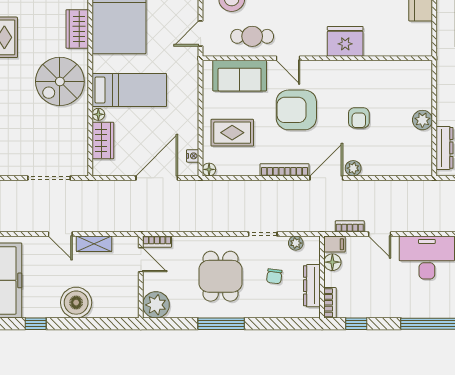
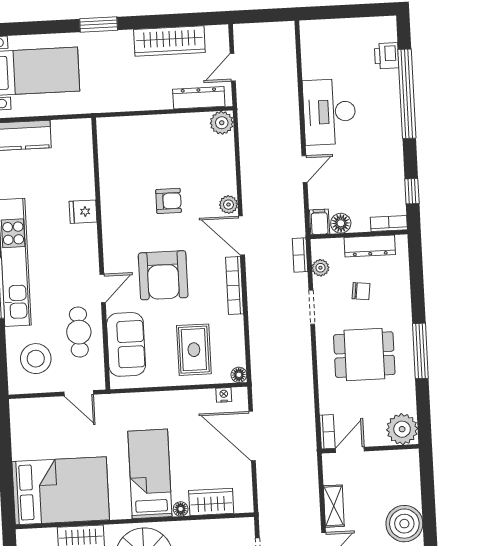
fridge: (345, 41) -> (83, 212), width x0.53, depth x0.75
plant: (422, 120) -> (222, 123), moved
bookcase: (350, 226) -> (300, 255), moved

